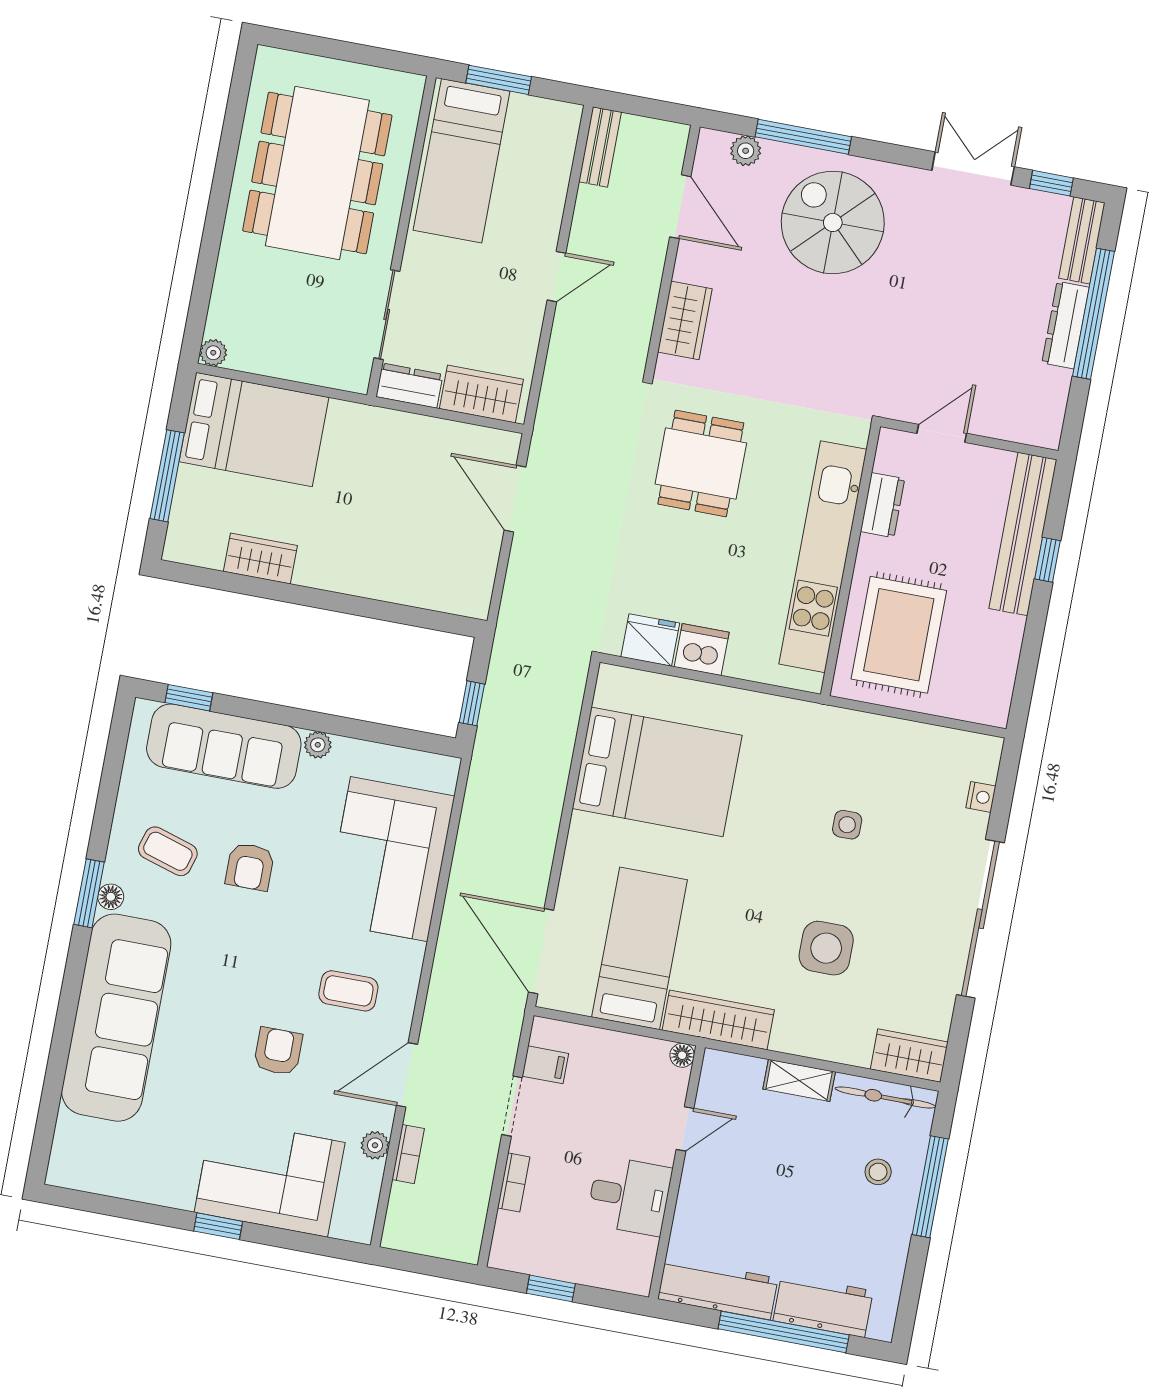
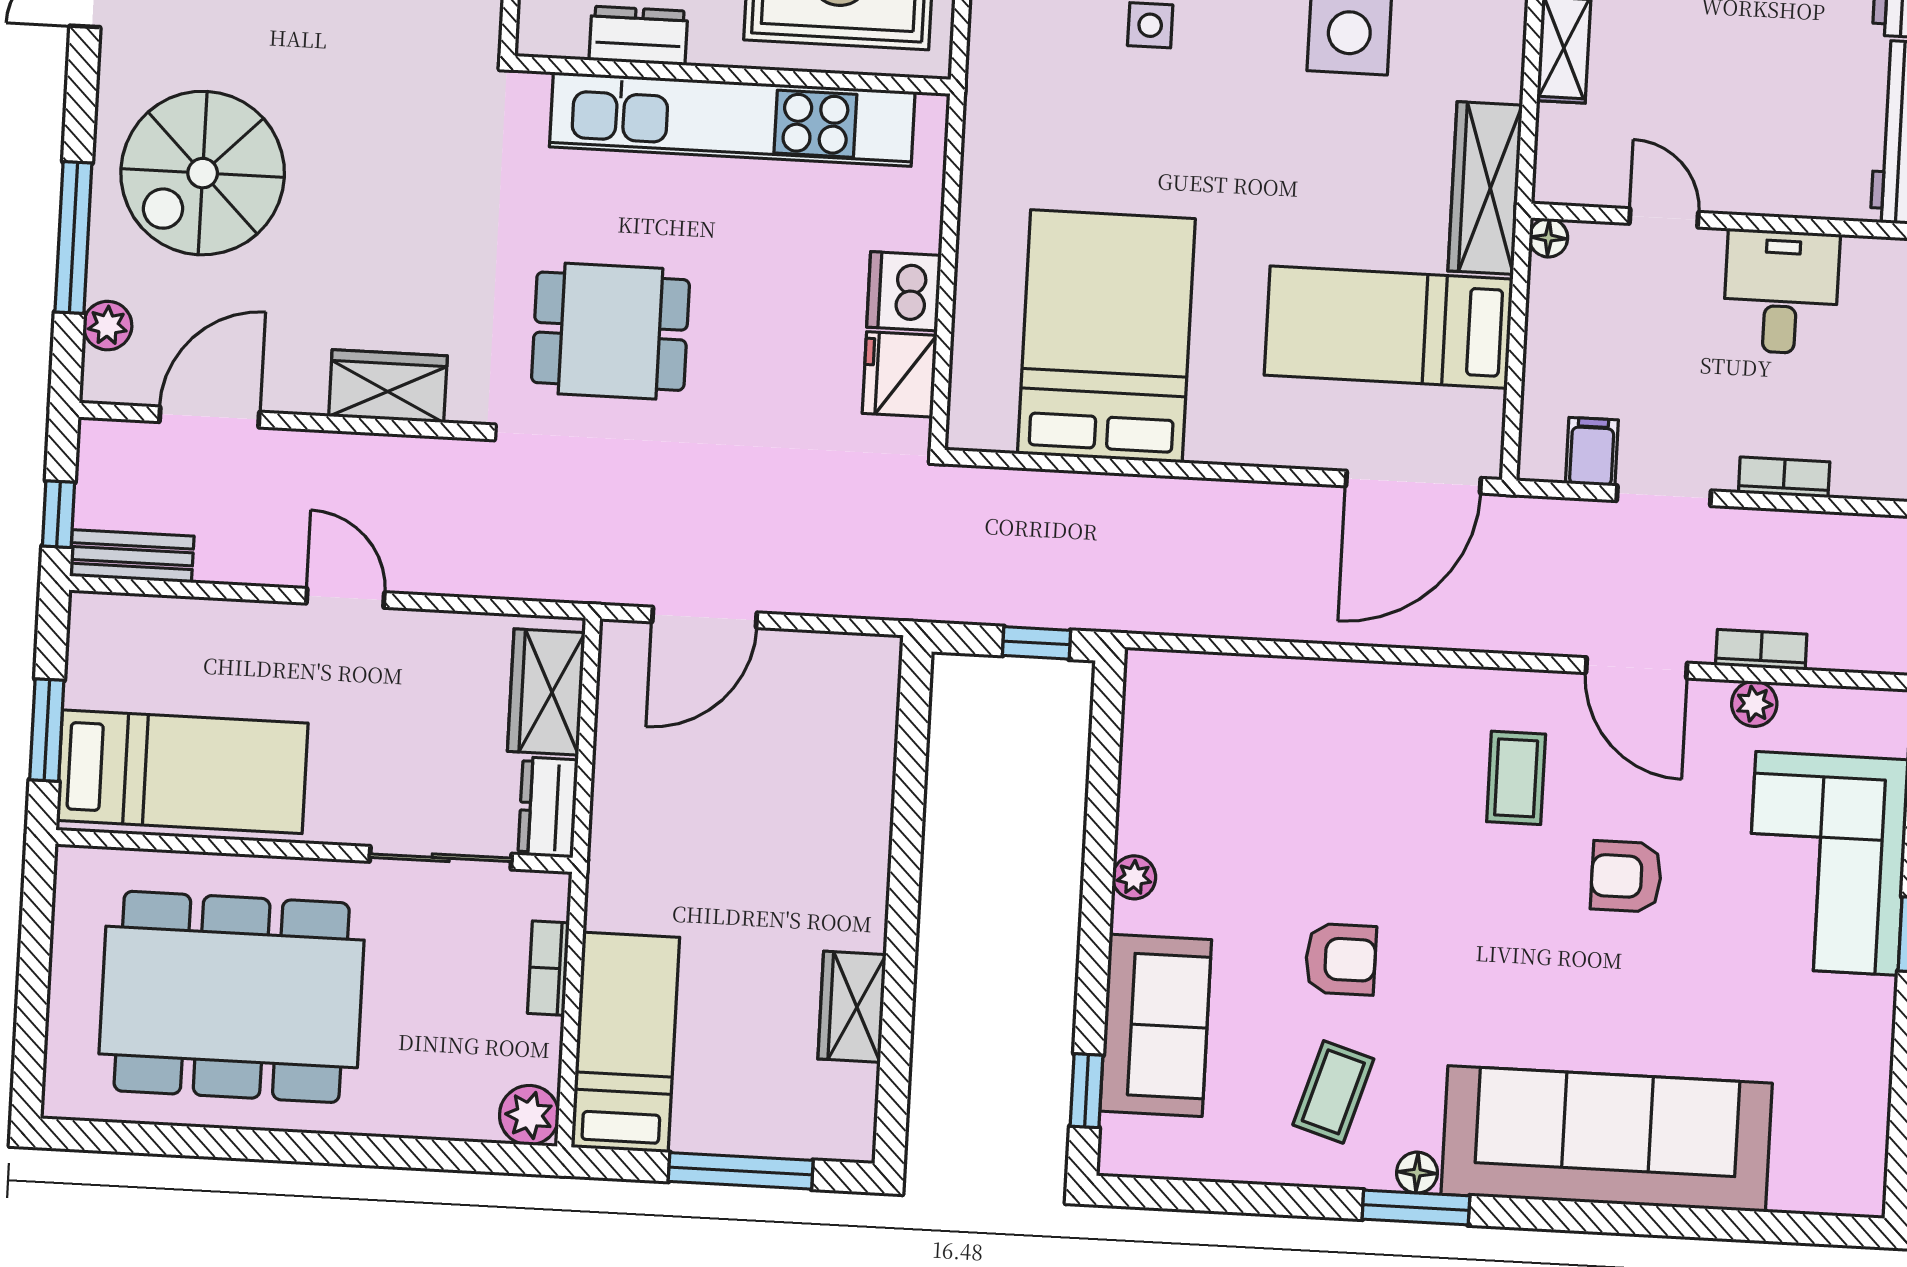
window: (632, 105) -> (58, 514), added
plant: (213, 353) -> (529, 1115), width x1.38, depth x1.38
bookcase: (309, 373) -> (548, 968), added
bed: (254, 429) -> (625, 1042), width x0.67
sofa: (224, 746) -> (1156, 1025), width x0.73
corner sofa: (389, 859) -> (1300, 741), removed

